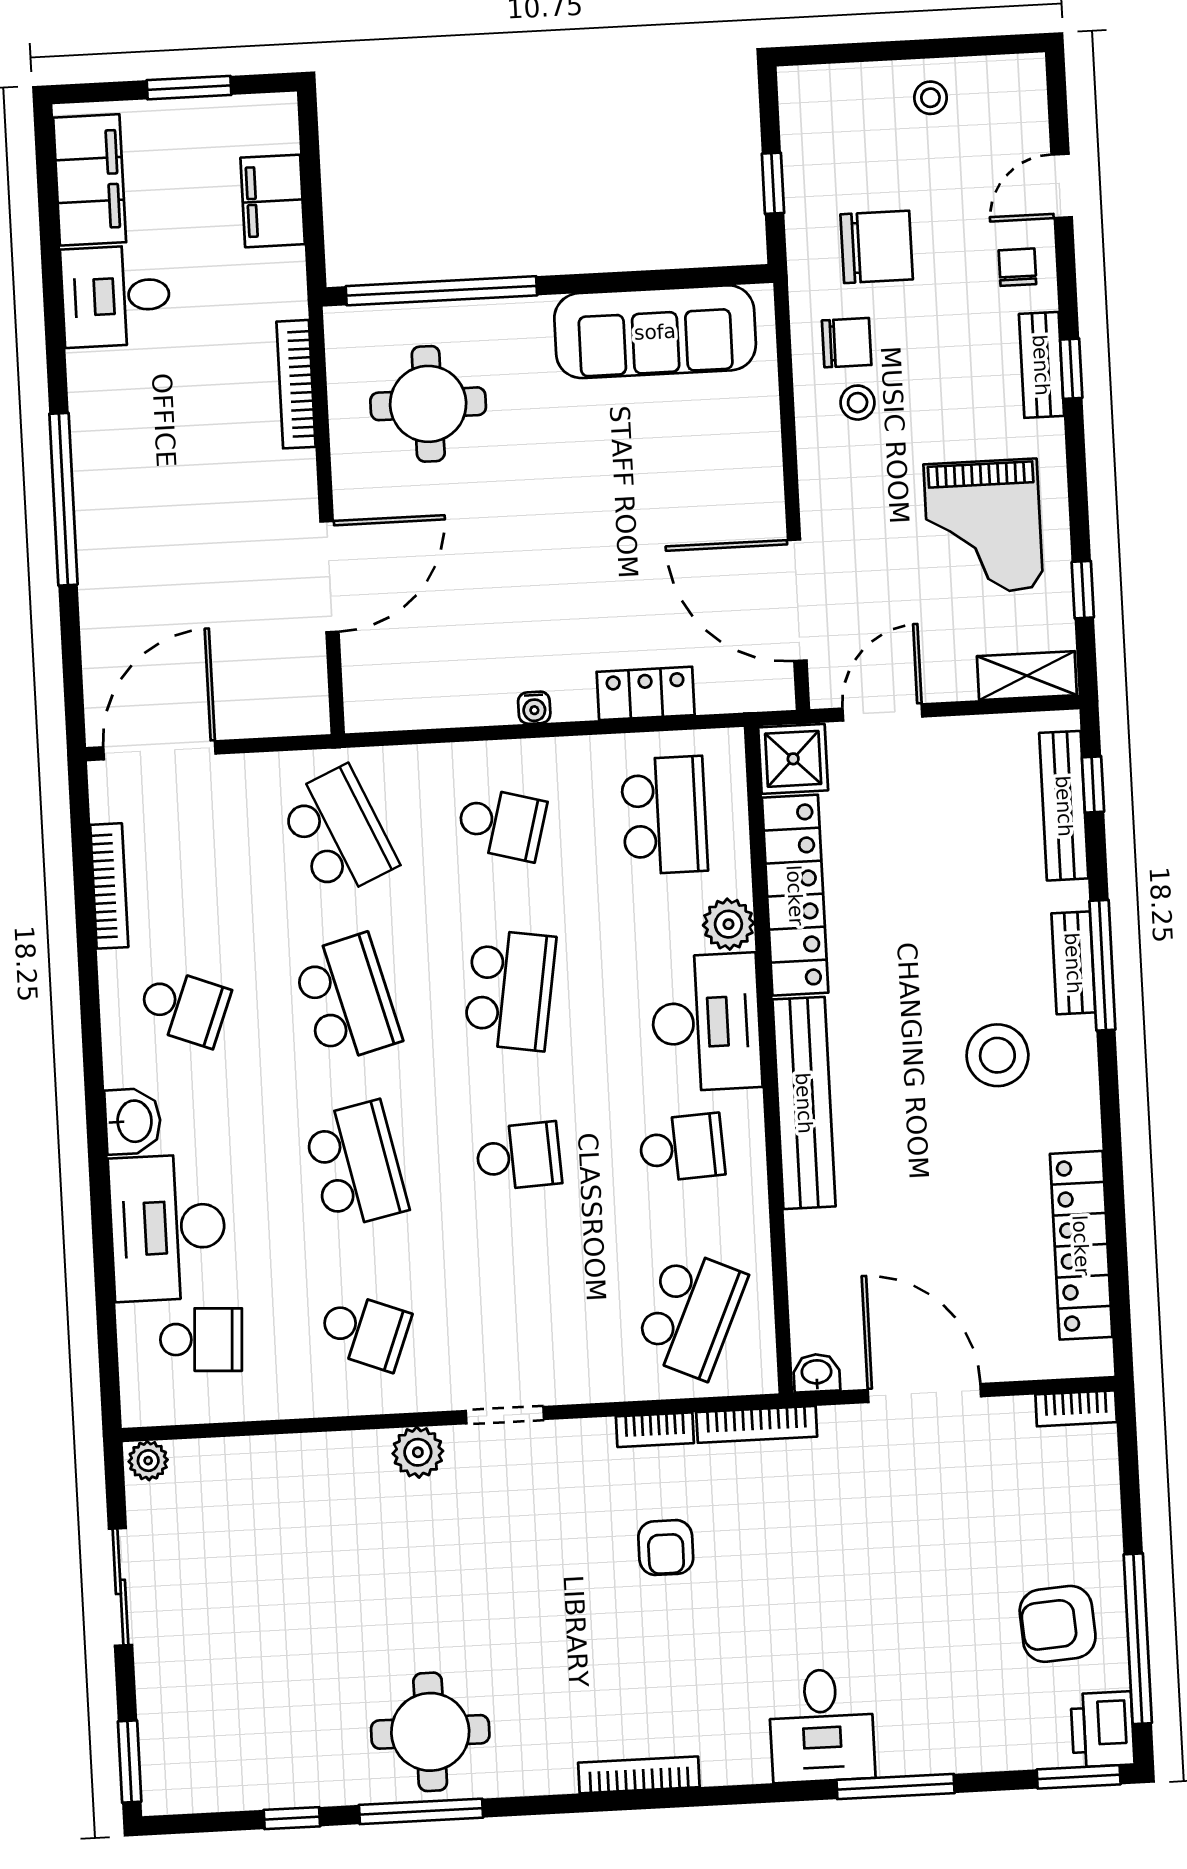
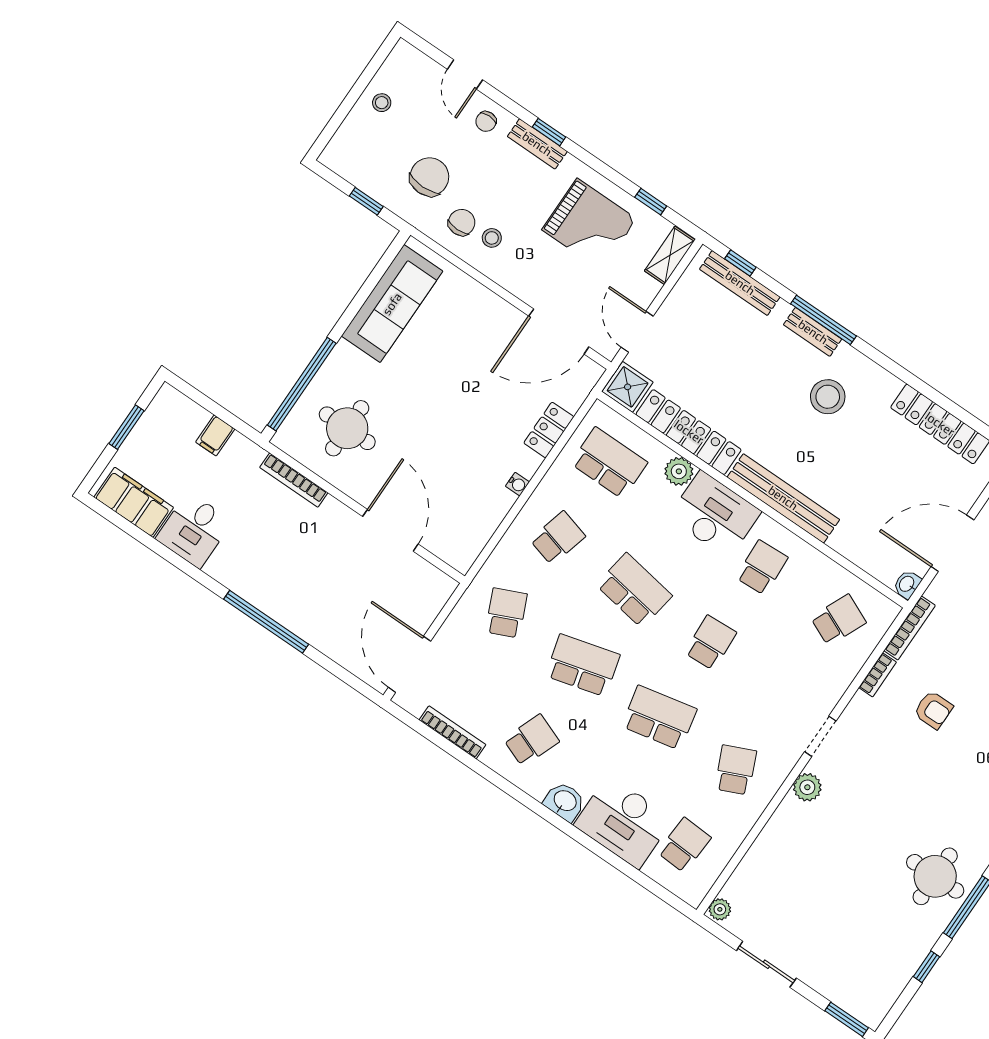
filing cabinet: (273, 201) -> (215, 435), width x0.50
chair: (1017, 267) -> (486, 121), turned -90
school desk: (338, 832) -> (506, 613), width x0.54
school desk: (690, 1314) -> (838, 620), width x0.54
school desk: (364, 1331) -> (736, 770), turned -45

